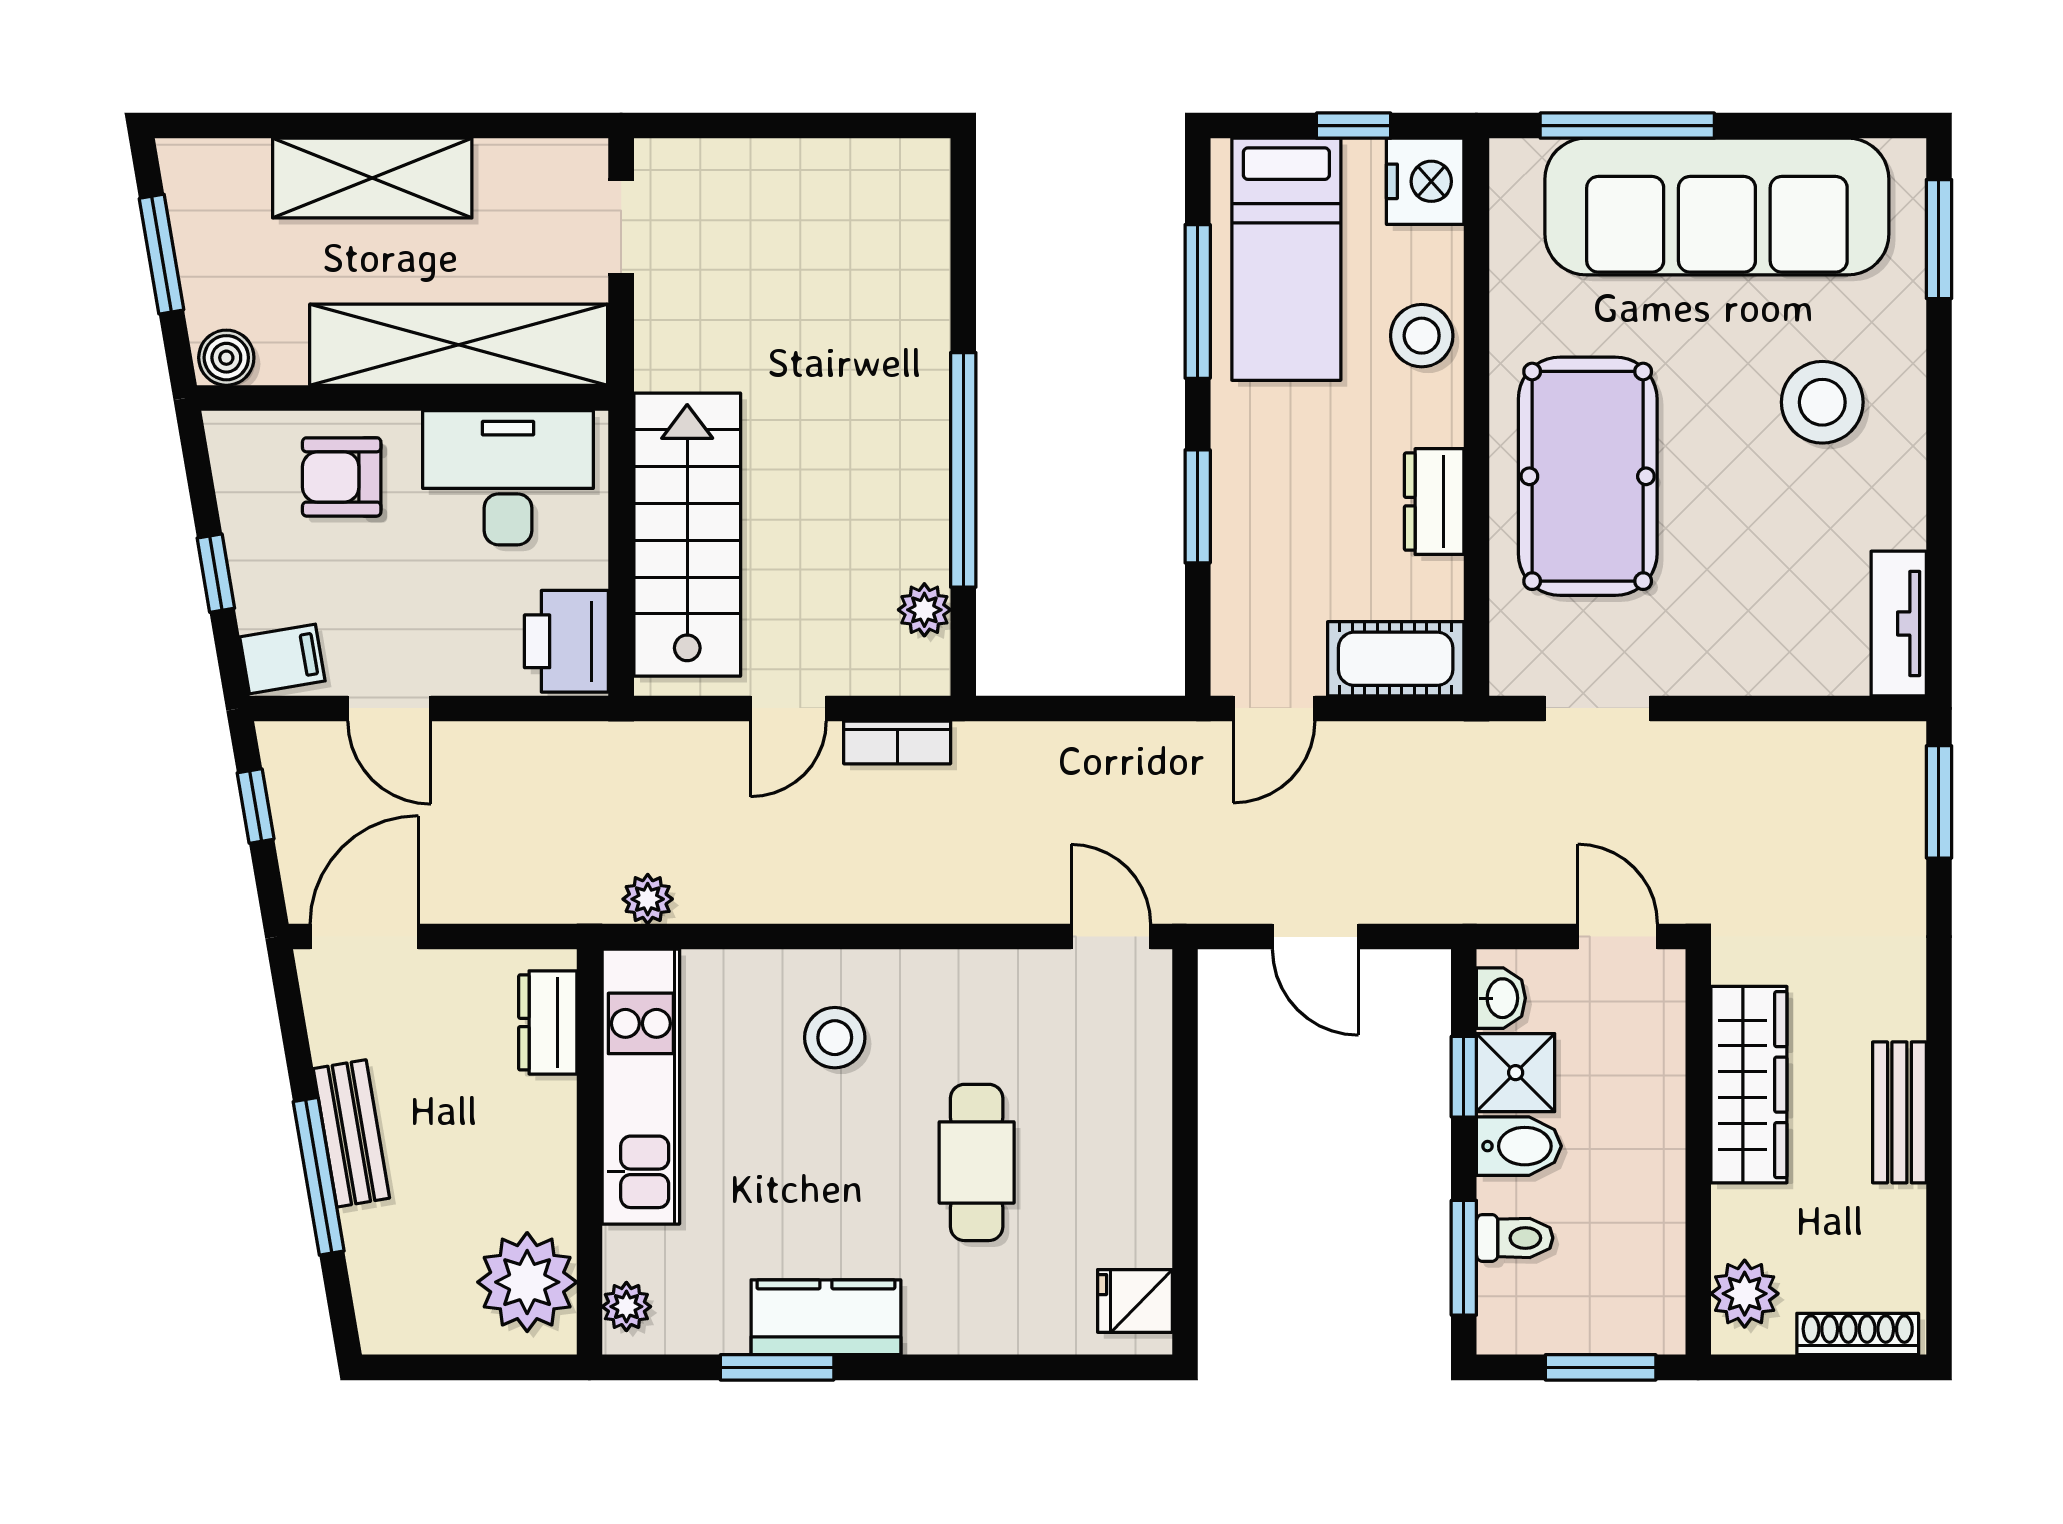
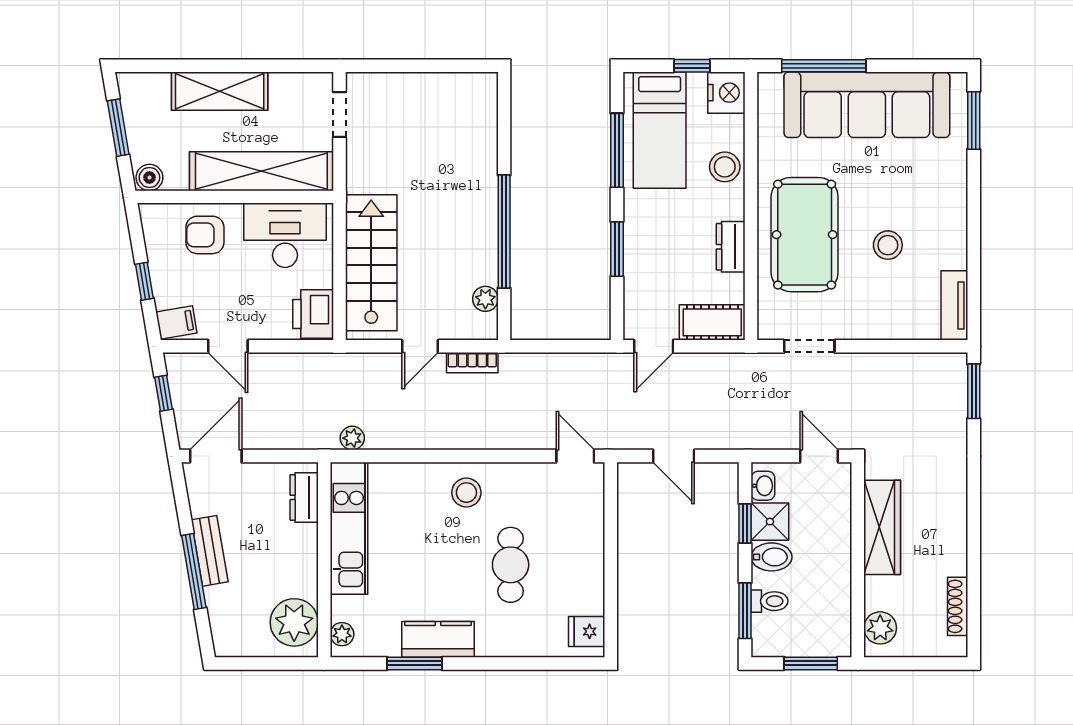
stool: (1822, 402) -> (888, 245), moved, width x0.73, depth x0.73
stool: (835, 1038) -> (466, 493), moved
bench: (1899, 1112) -> (955, 541), removed
shoe rack: (1858, 1334) -> (958, 606), moved, turned -90

